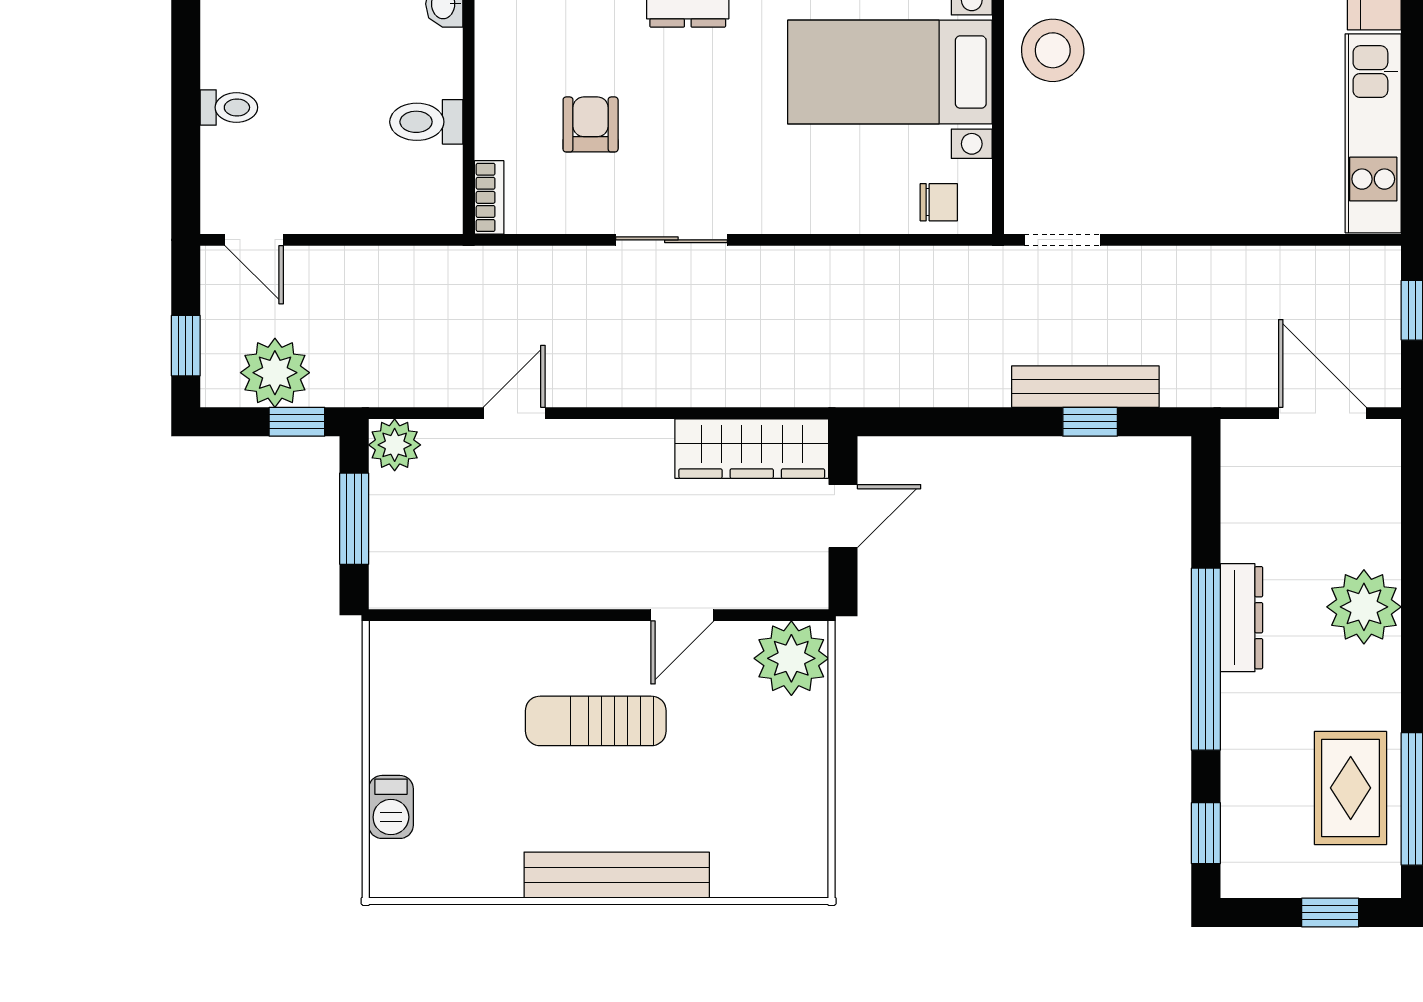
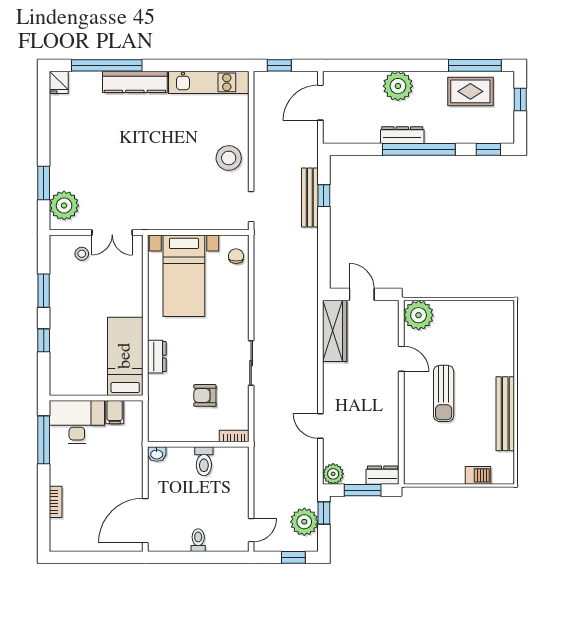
stool: (1053, 50) -> (229, 158), moved
dresser: (392, 568) -> (383, 475), added
bench: (617, 875) -> (505, 414), moved

